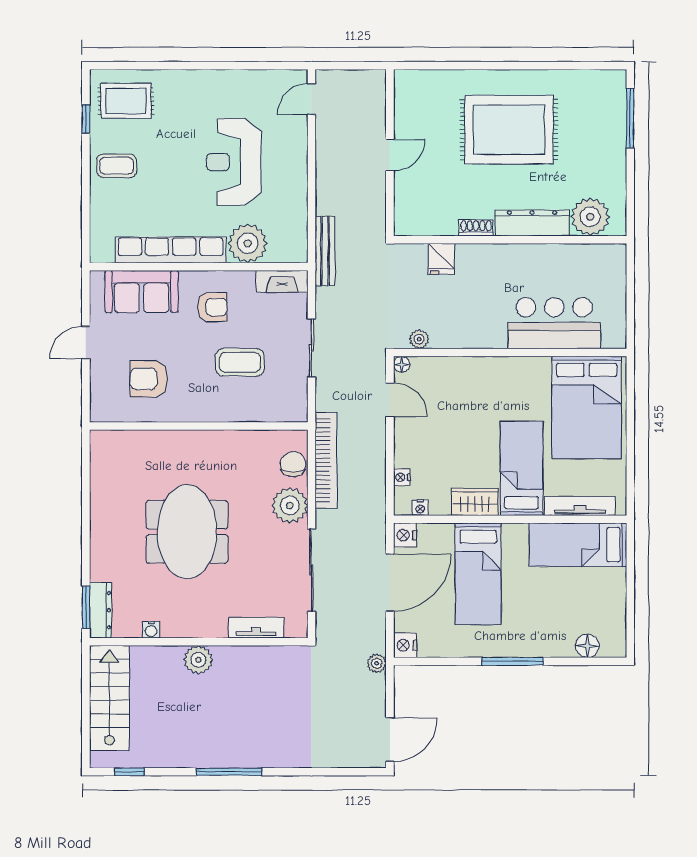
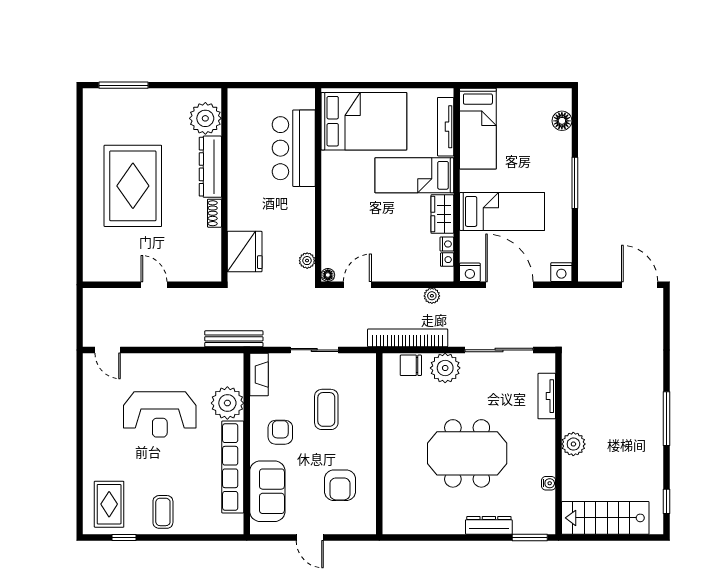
fridge: (441, 259) -> (245, 252), width x1.88, depth x1.34
nightstand: (402, 477) -> (447, 244), moved, turned -90
dresser: (100, 610) -> (489, 525), moved
plant: (377, 663) -> (432, 296), moved

